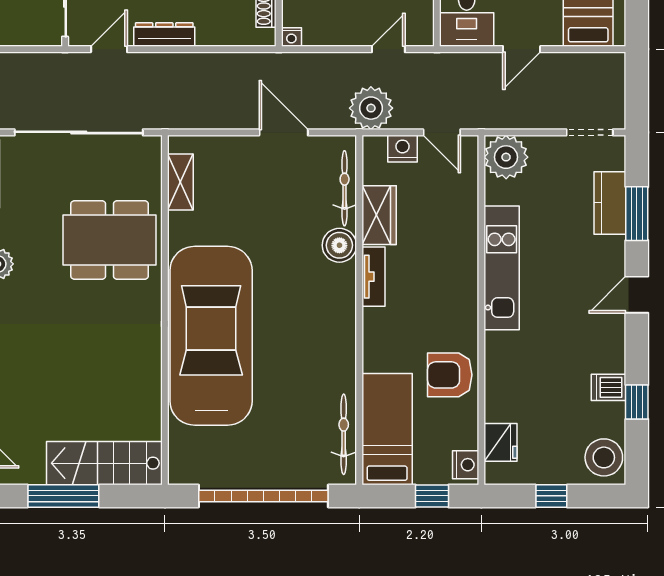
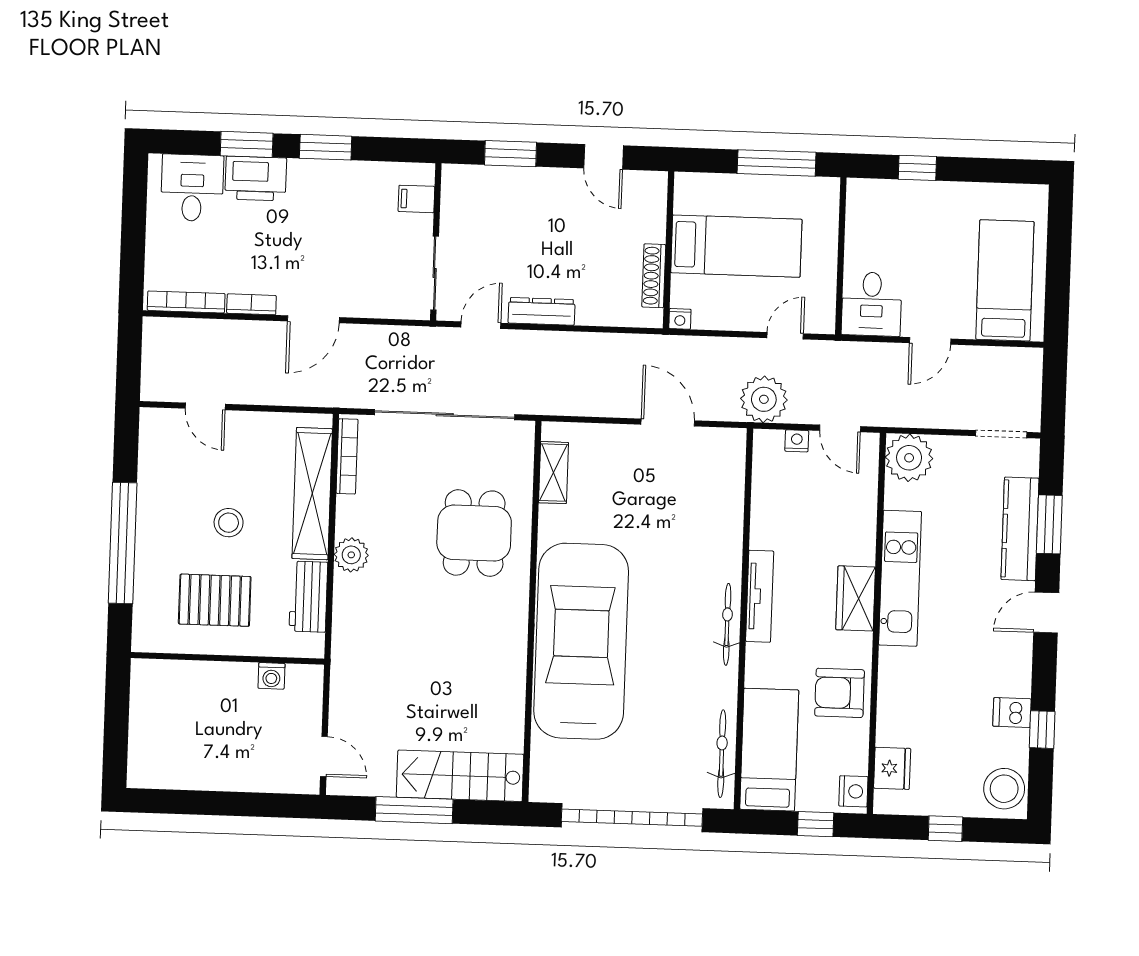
nightstand: (402, 149) -> (797, 441), width x0.72, depth x0.74
bicycle: (345, 188) -> (727, 624), moved
kitchen counter: (610, 203) -> (1020, 529), width x1.50
wardrobe: (379, 215) -> (856, 598), moved, turned 180
dining table: (110, 240) -> (474, 533), width x0.73
boiler: (339, 245) -> (724, 548), removed
tv unit: (373, 277) -> (760, 596), width x1.41

